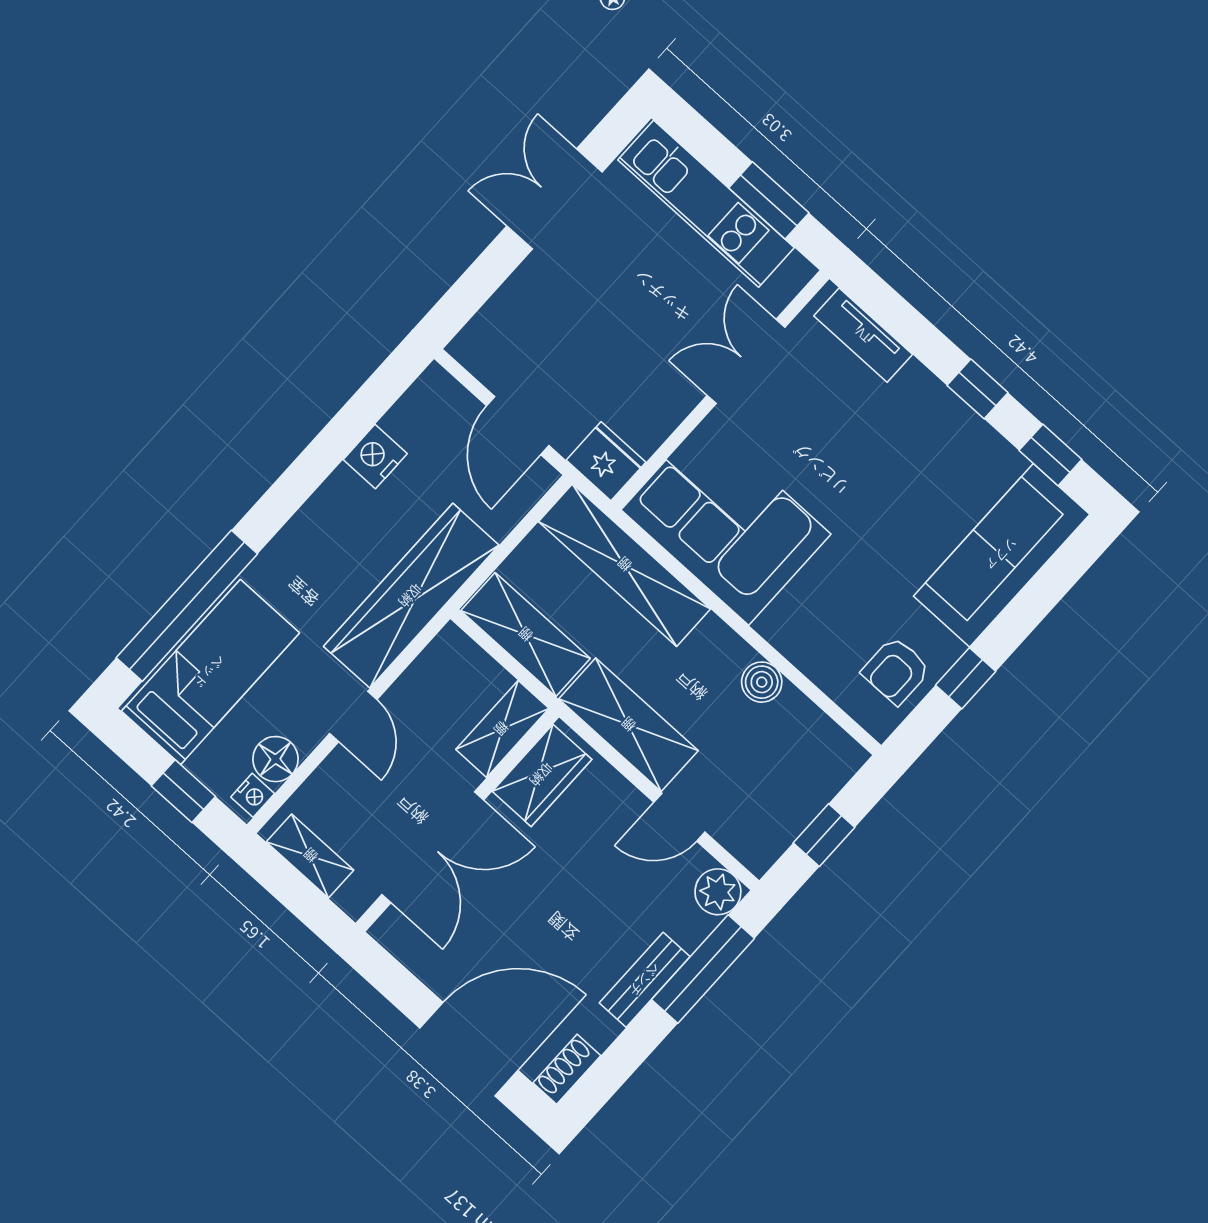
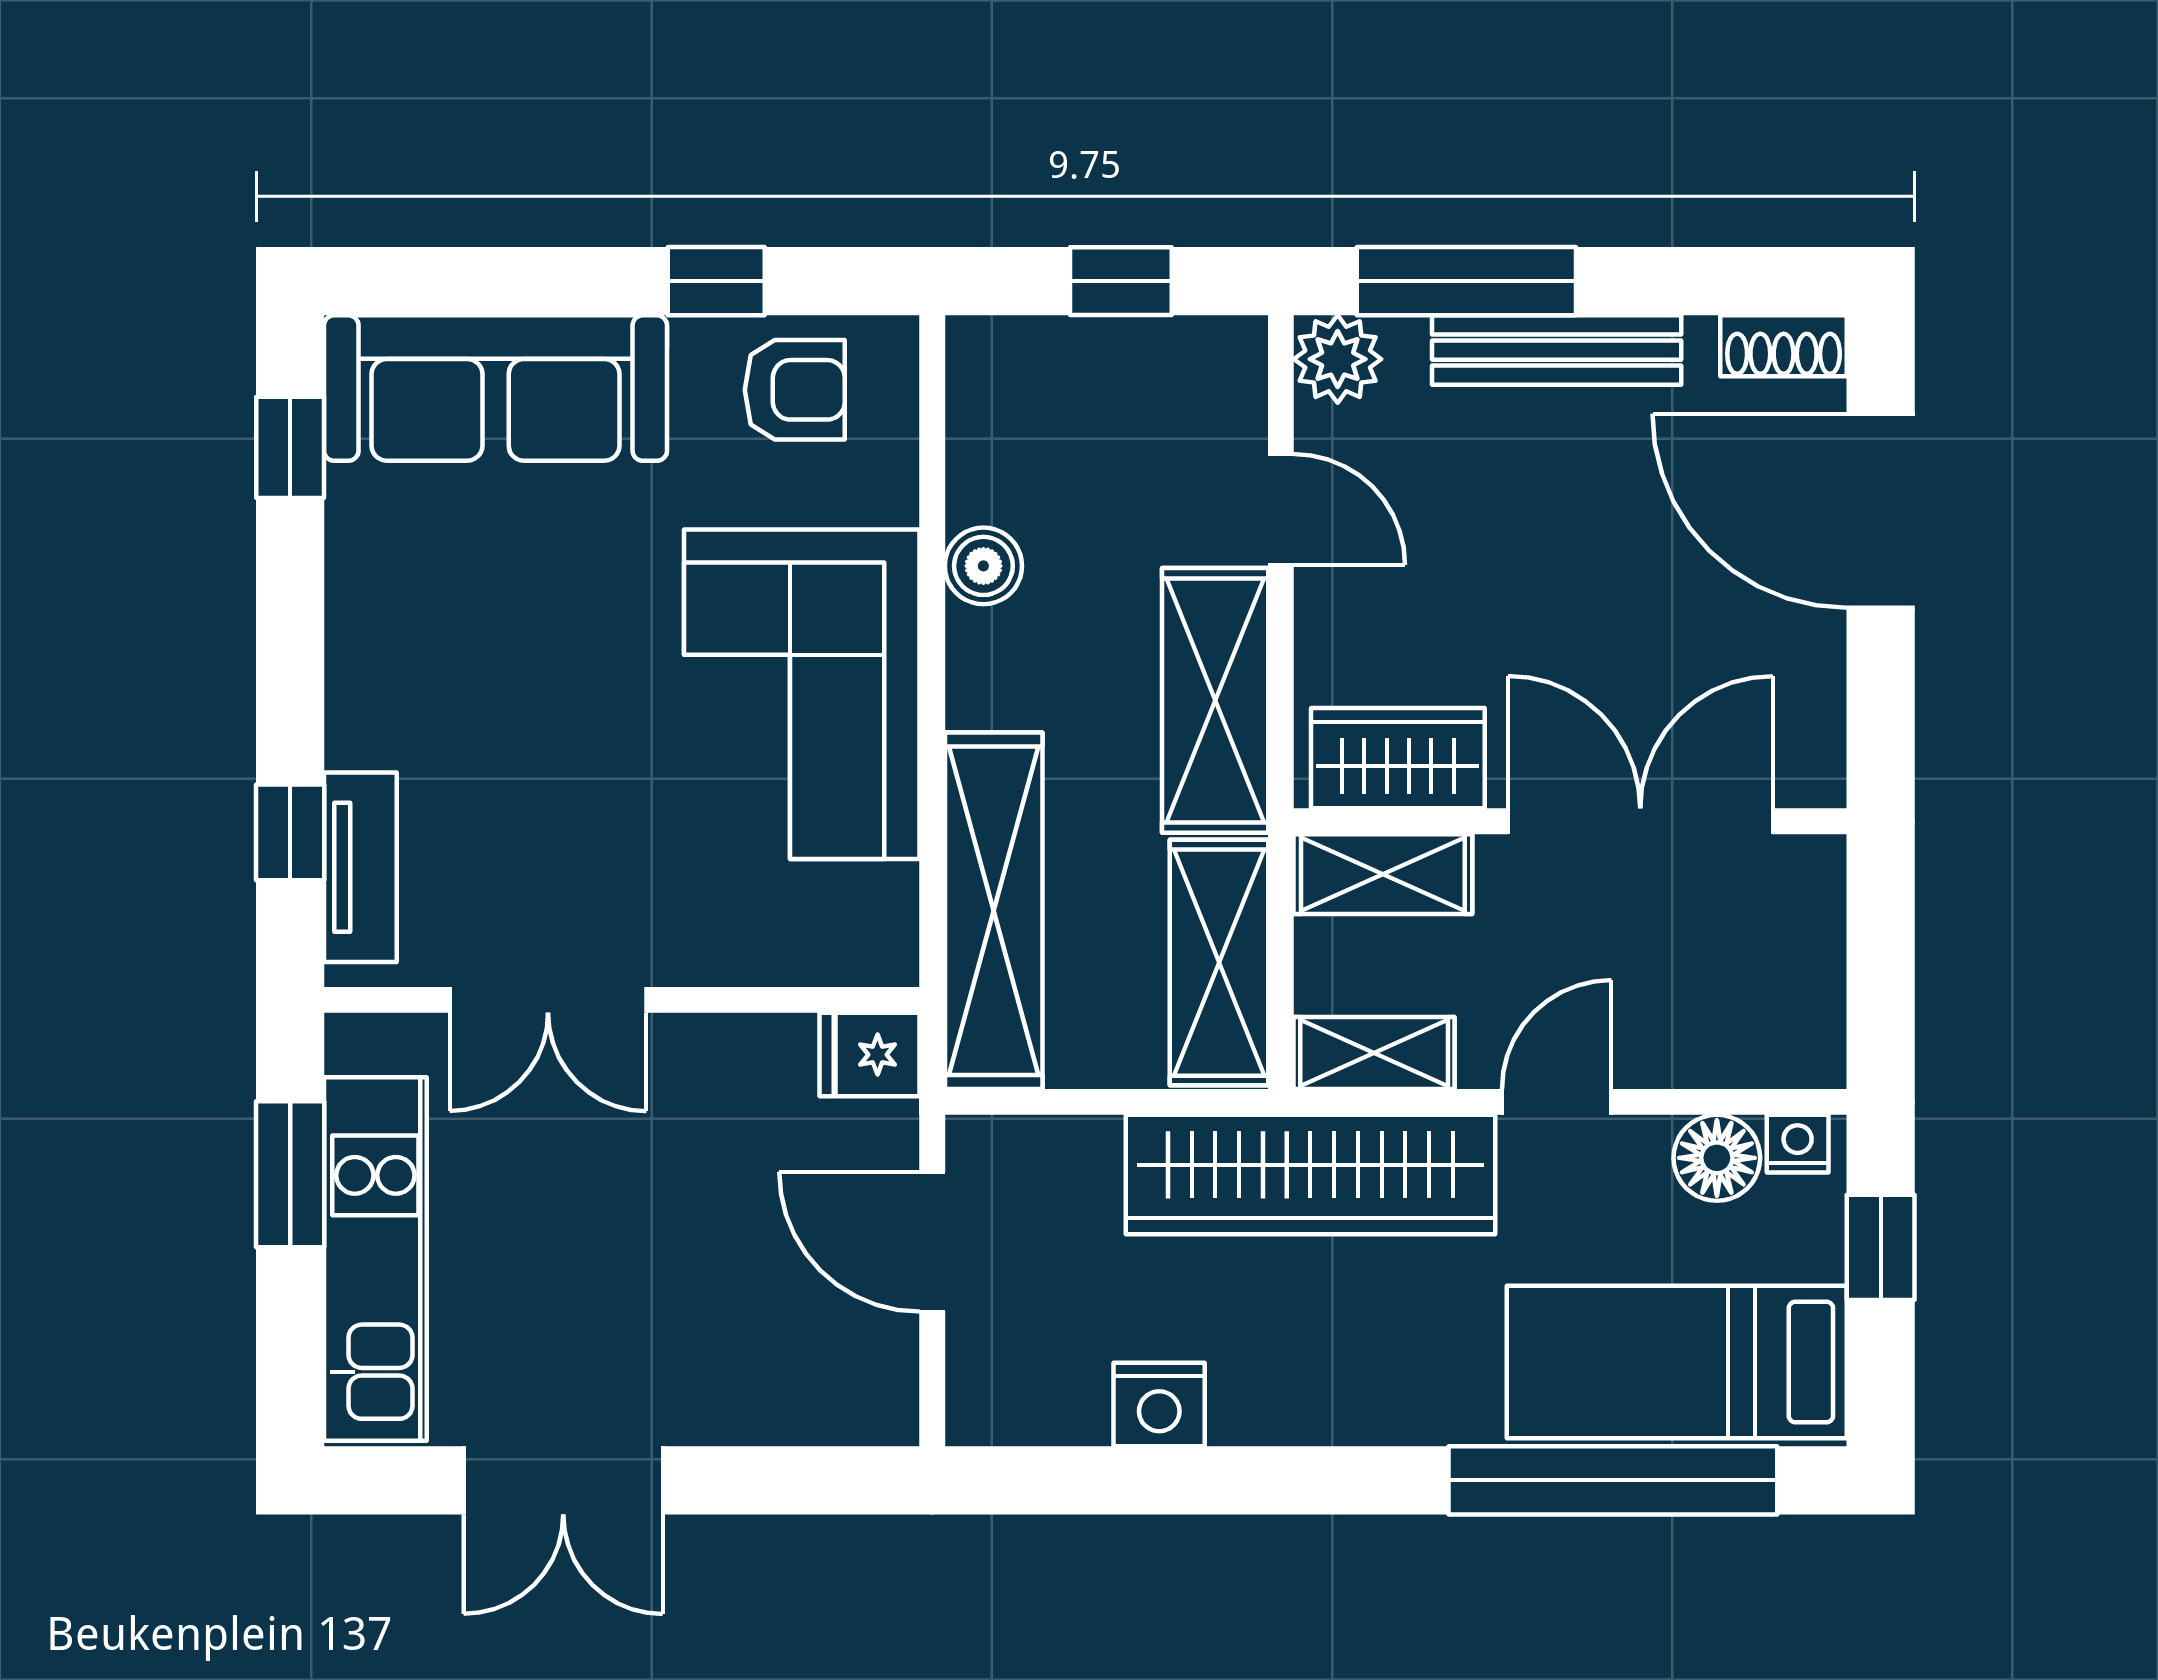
window: (978, 389) -> (290, 832), moved
door: (518, 426) -> (932, 1242), swing flipped
fridge: (606, 461) -> (870, 1055), width x0.72
corner sofa: (726, 522) -> (802, 694), moved
shelving: (310, 856) -> (1374, 1053), moved, turned 90
bench: (645, 980) -> (1557, 350), width x1.36

